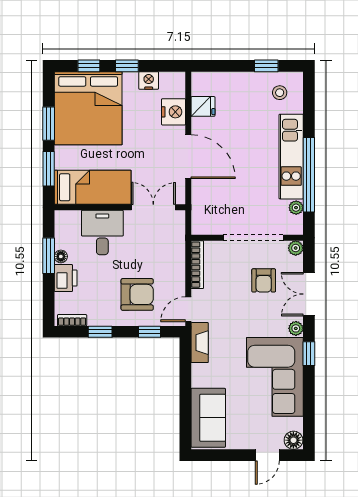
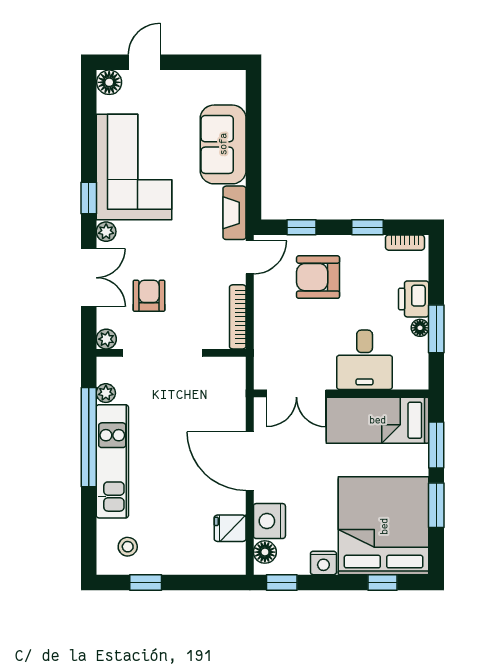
window: (127, 66) -> (282, 582), moved
nightstand: (149, 80) -> (323, 563), moved
floor lamp: (177, 89) -> (265, 552), added
sofa: (208, 418) -> (223, 144), moved

